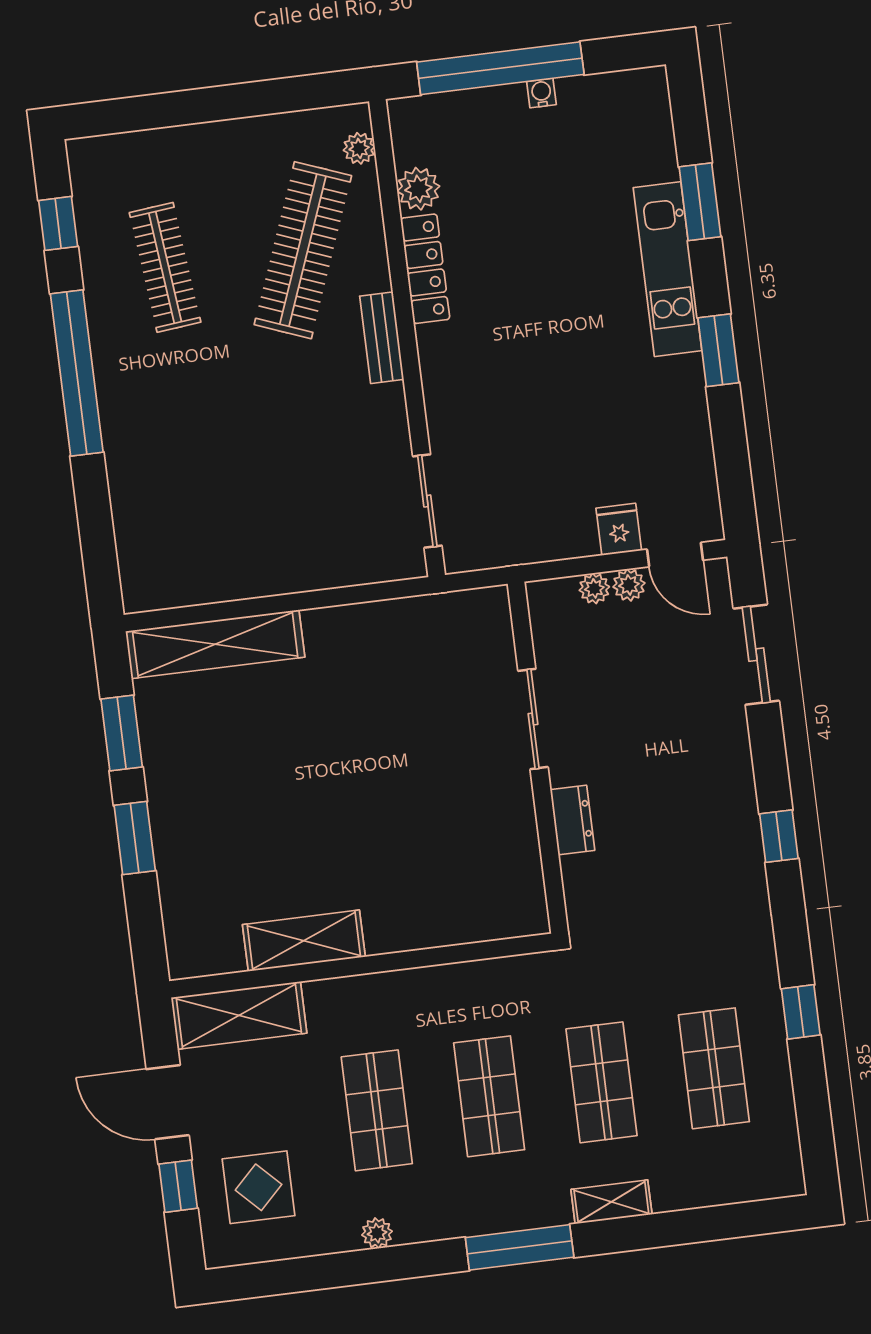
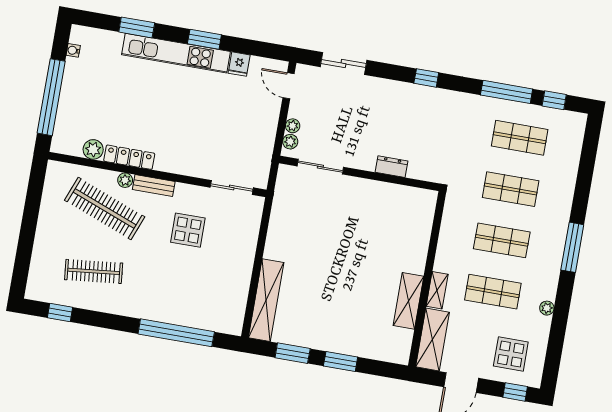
water cooler: (541, 93) -> (73, 50), moved
plant: (359, 148) -> (125, 180), moved
kitchen unit: (668, 269) -> (176, 53), width x1.36
window: (77, 373) -> (176, 333), moved
display table: (311, 437) -> (188, 230), added
fridge: (619, 529) -> (239, 64), moved, turned -90
door: (675, 555) -> (289, 86), swing flipped
plant: (629, 585) -> (290, 142), moved
sliding door: (533, 719) -> (320, 167), moved
window: (801, 1012) -> (507, 92), width x2.17
window: (814, 1116) -> (554, 100), added
window: (178, 1186) -> (515, 392), moved
shelving: (611, 1202) -> (437, 290), moved

